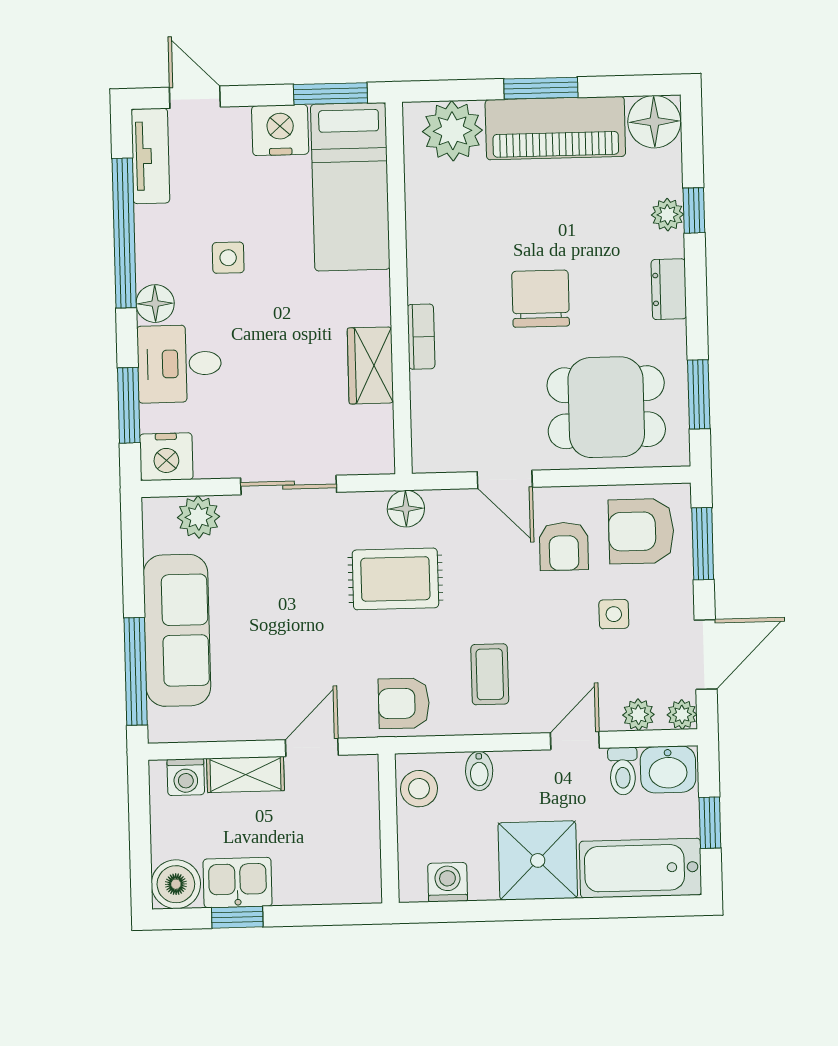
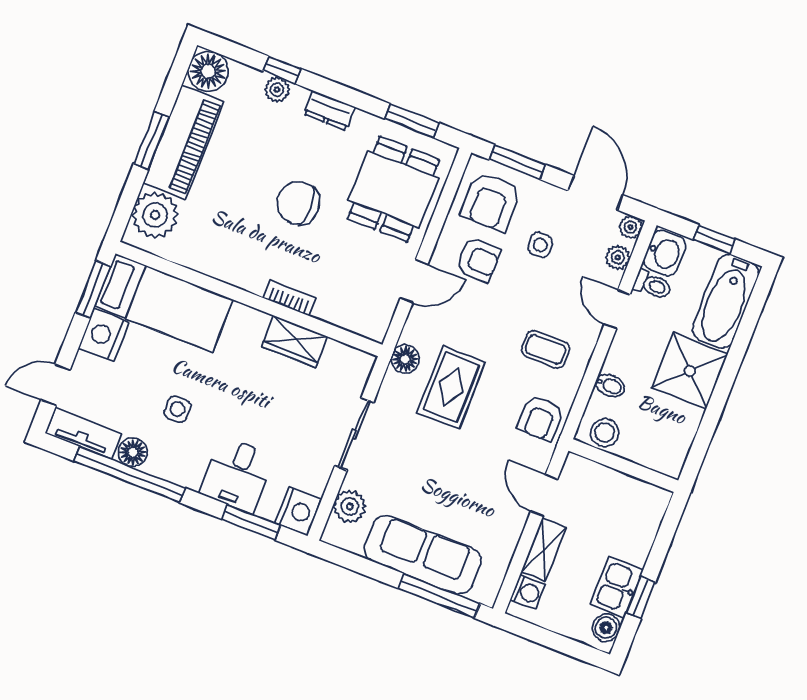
floor lamp: (155, 304) -> (133, 452), moved
washing machine: (448, 882) -> (678, 440), removed
boiler: (176, 884) -> (606, 628), width x0.73, depth x0.73

